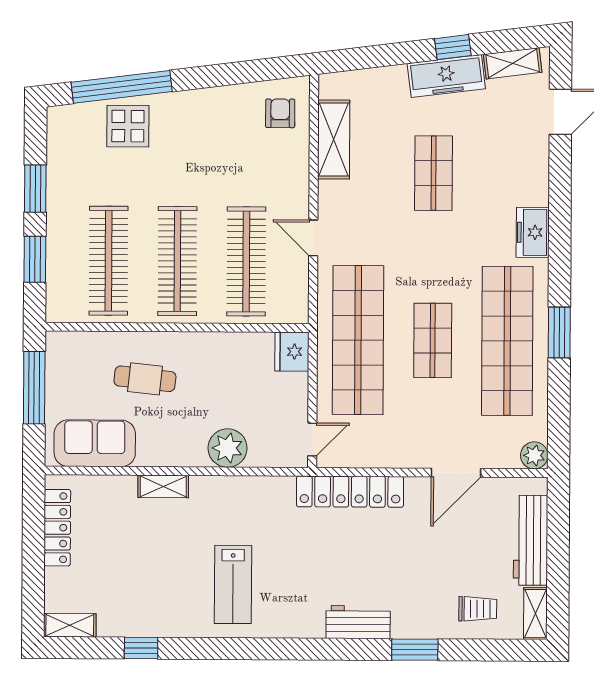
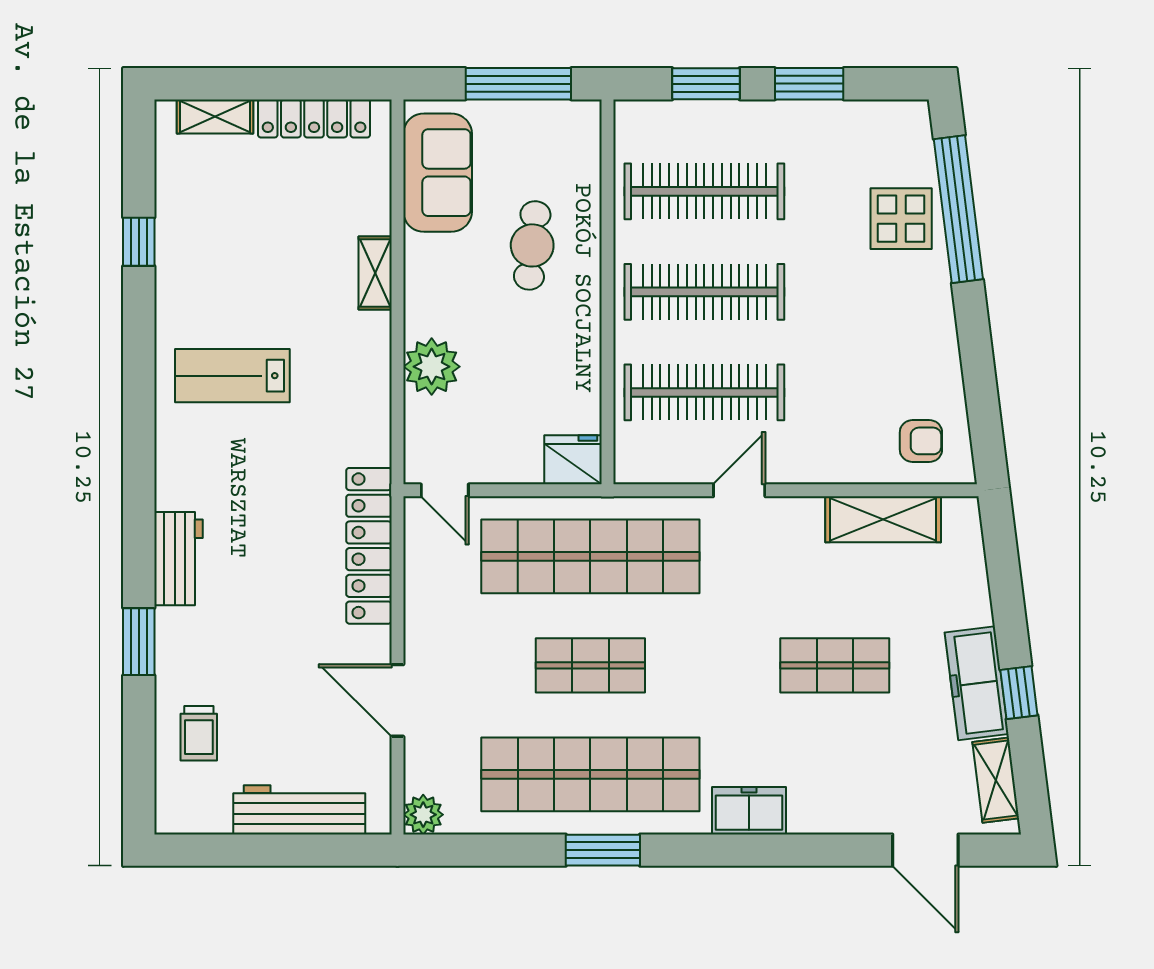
shelving: (535, 614) -> (192, 817), removed
shelving: (70, 625) -> (215, 116), moved, turned 90

